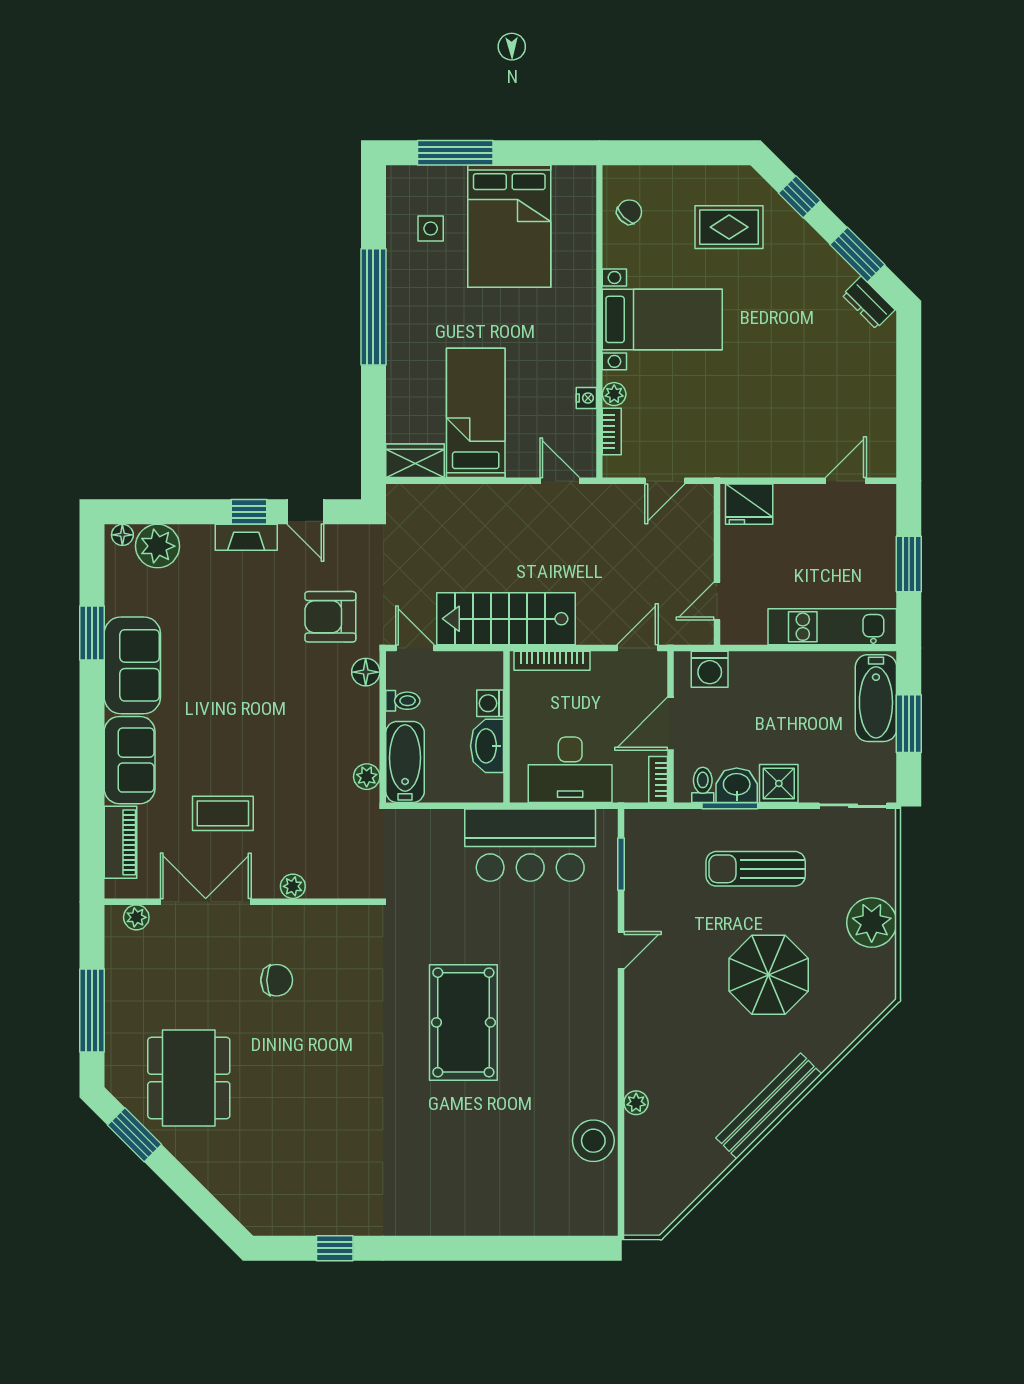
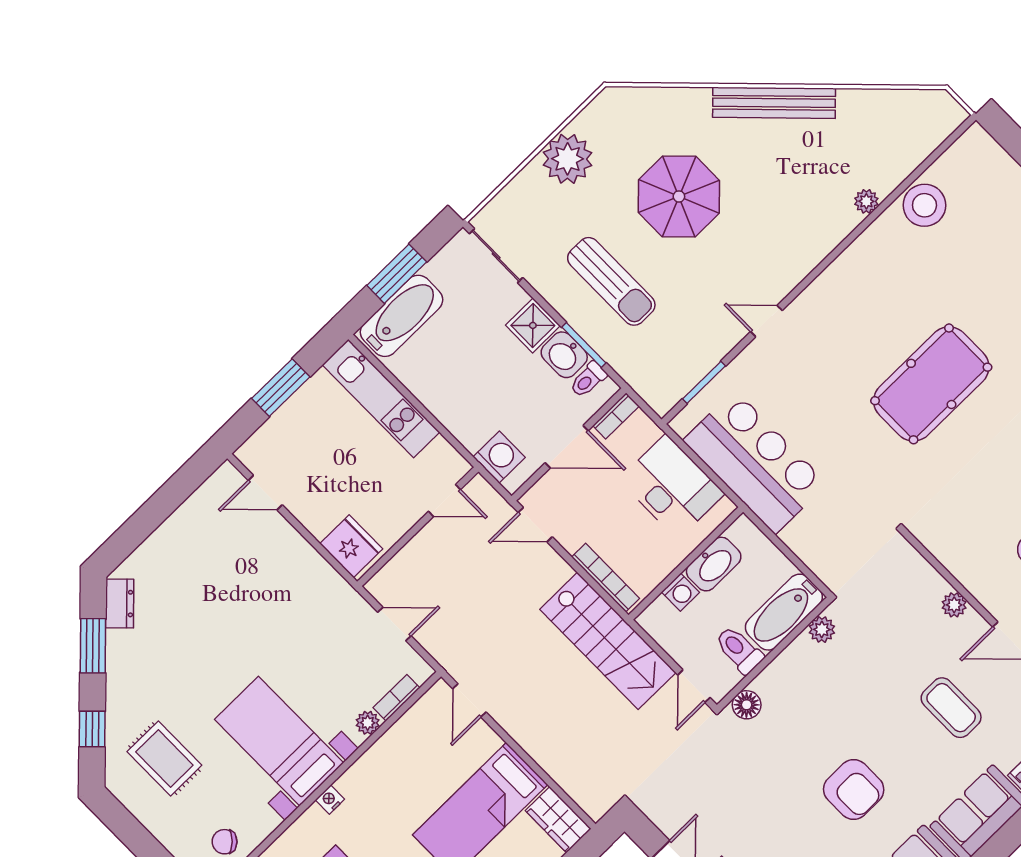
nightstand: (586, 398) -> (330, 800), moved
armchair: (330, 617) -> (854, 790), moved
toilet: (403, 701) -> (739, 650), width x1.37, depth x1.39

